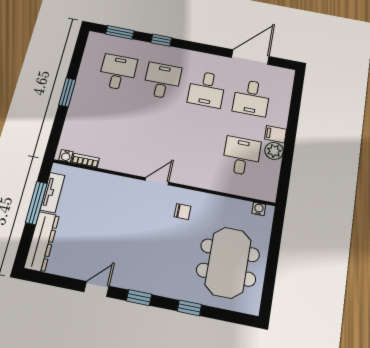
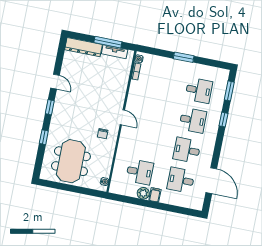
meeting table: (228, 262) -> (71, 161), turned 90

